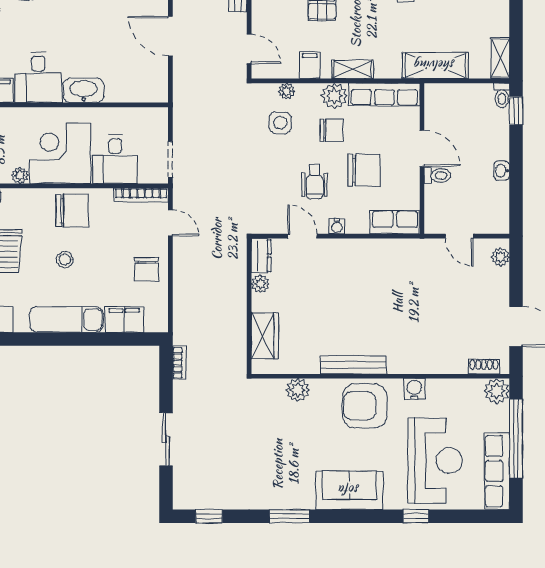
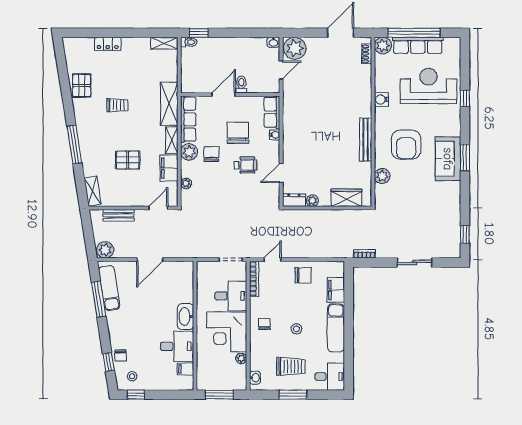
filing cabinet: (310, 65) -> (169, 168), width x2.00
shelving: (435, 65) -> (169, 104), moved
side table: (280, 123) -> (207, 188), removed
washbasin: (502, 171) -> (273, 42), moved
chair: (72, 211) -> (264, 324), width x0.54, depth x0.54
water cooler: (337, 226) -> (275, 135), moved
plant: (500, 257) -> (295, 48), width x1.88, depth x1.88
armchair: (365, 406) -> (406, 145), moved
row of seats: (497, 471) -> (418, 45), moved
sofa: (349, 490) -> (448, 159), moved
window: (290, 516) -> (465, 158), moved

